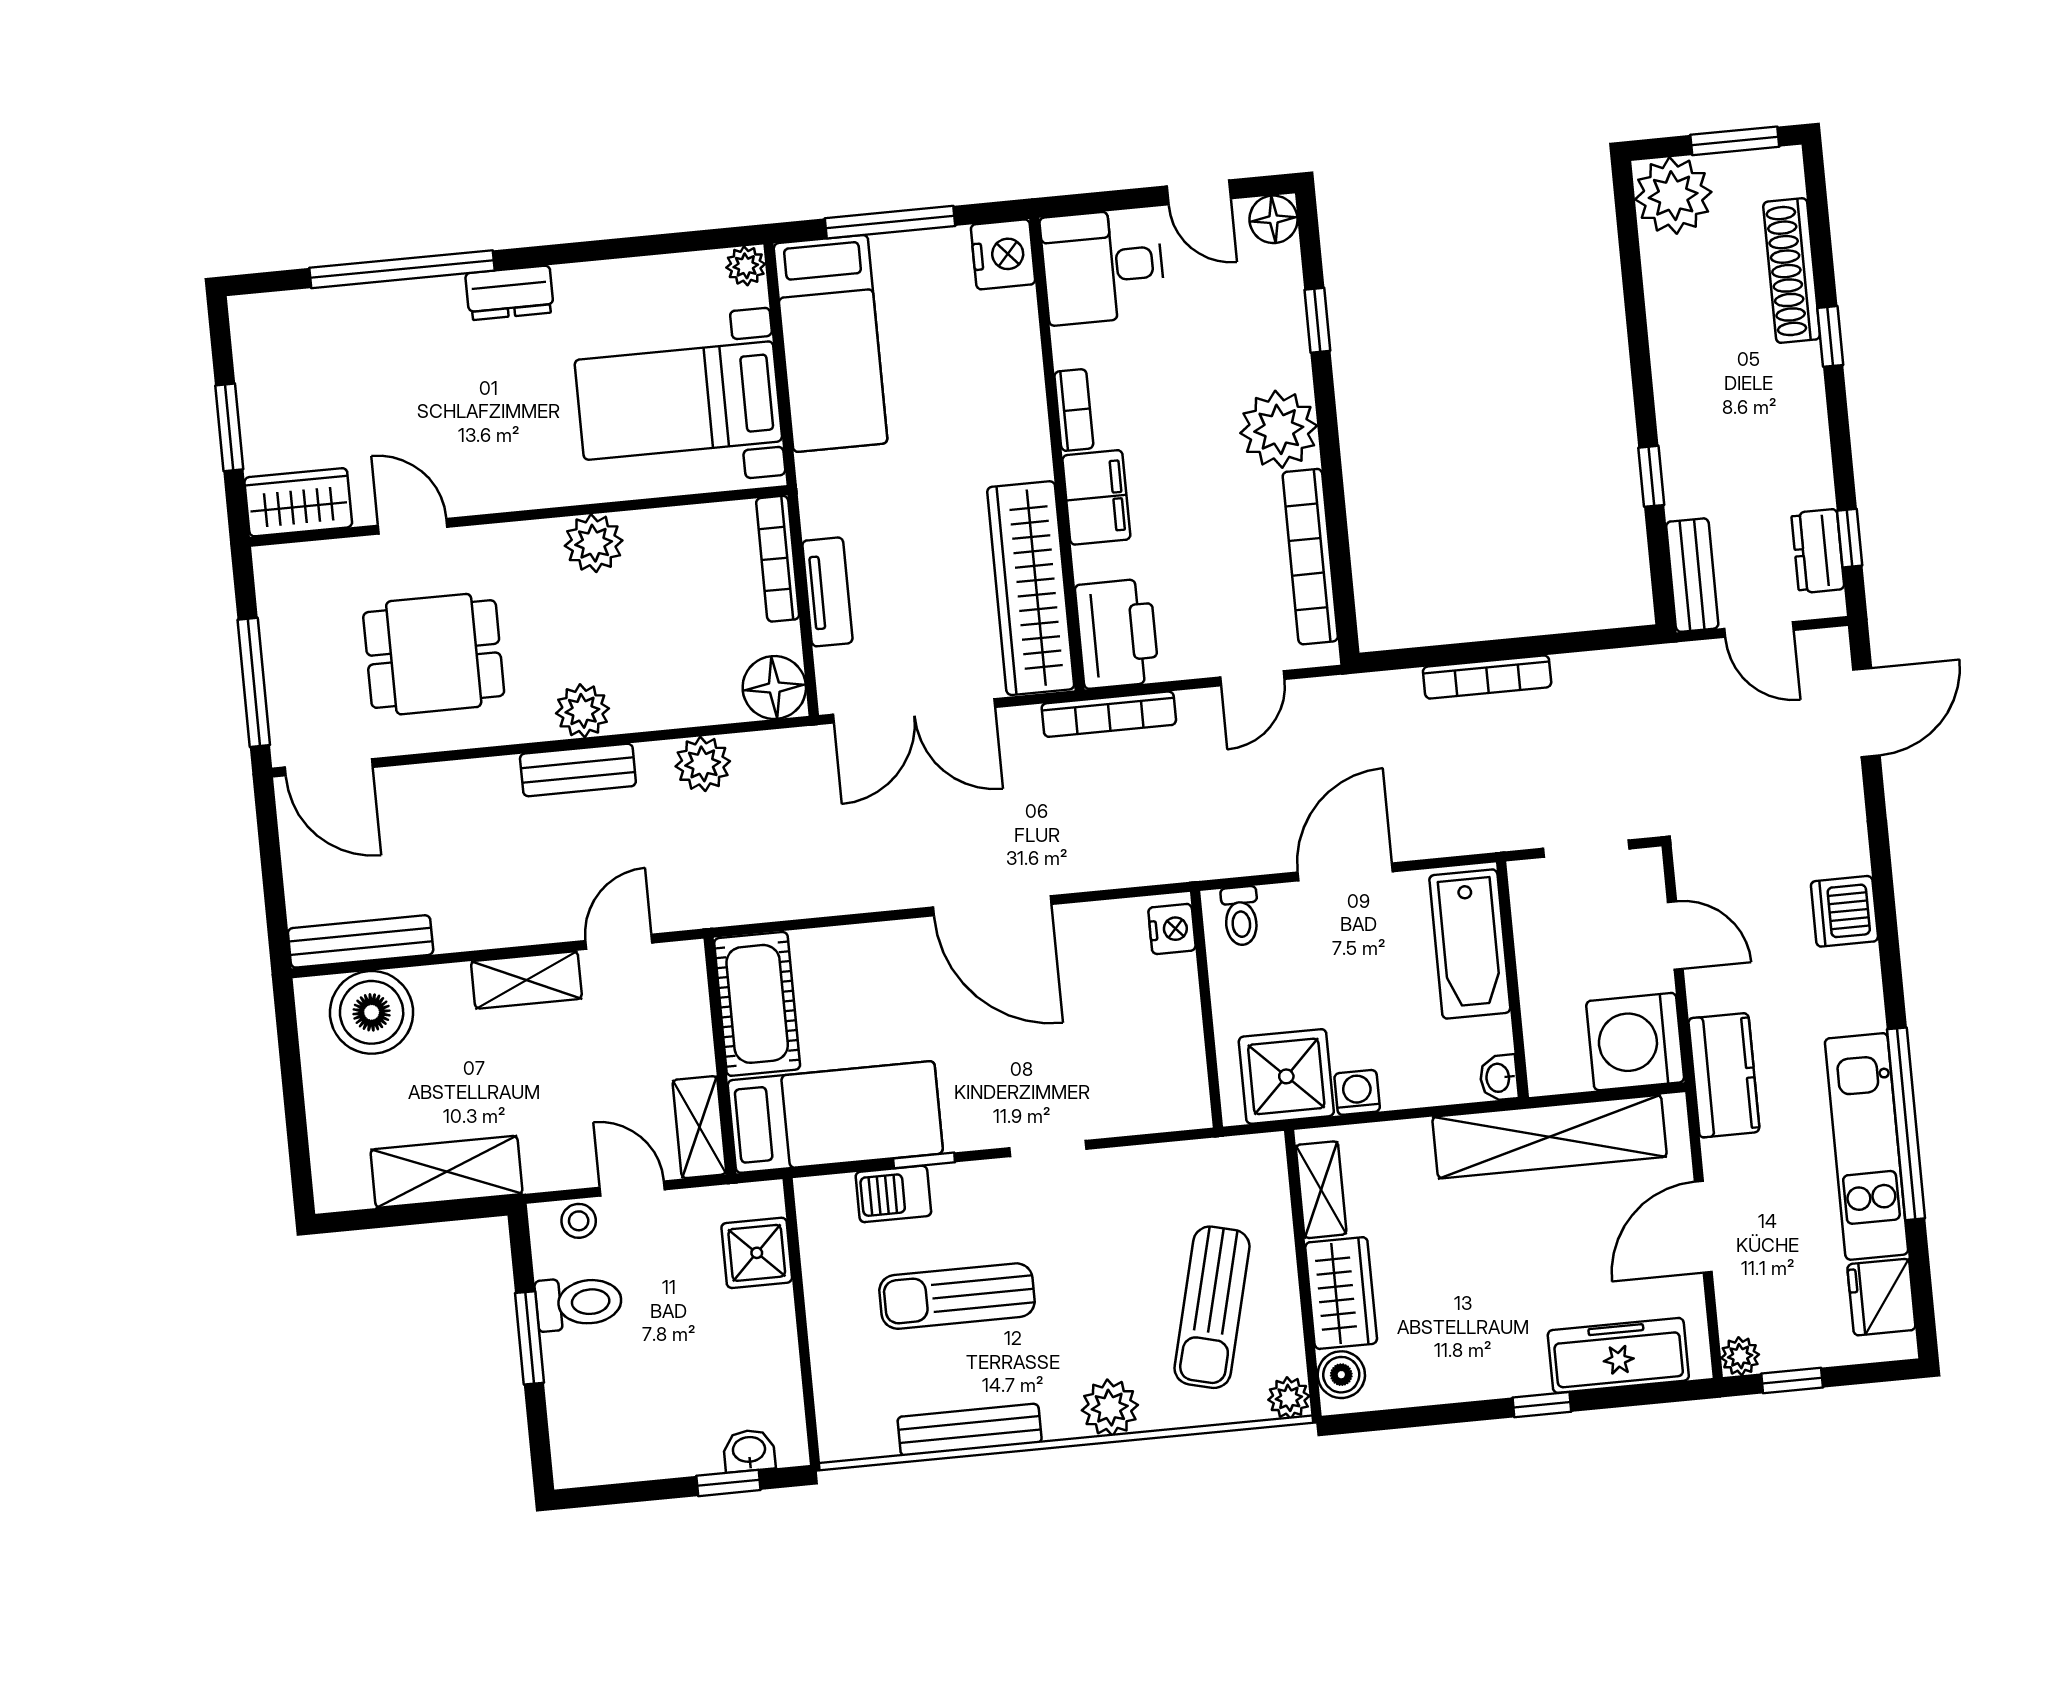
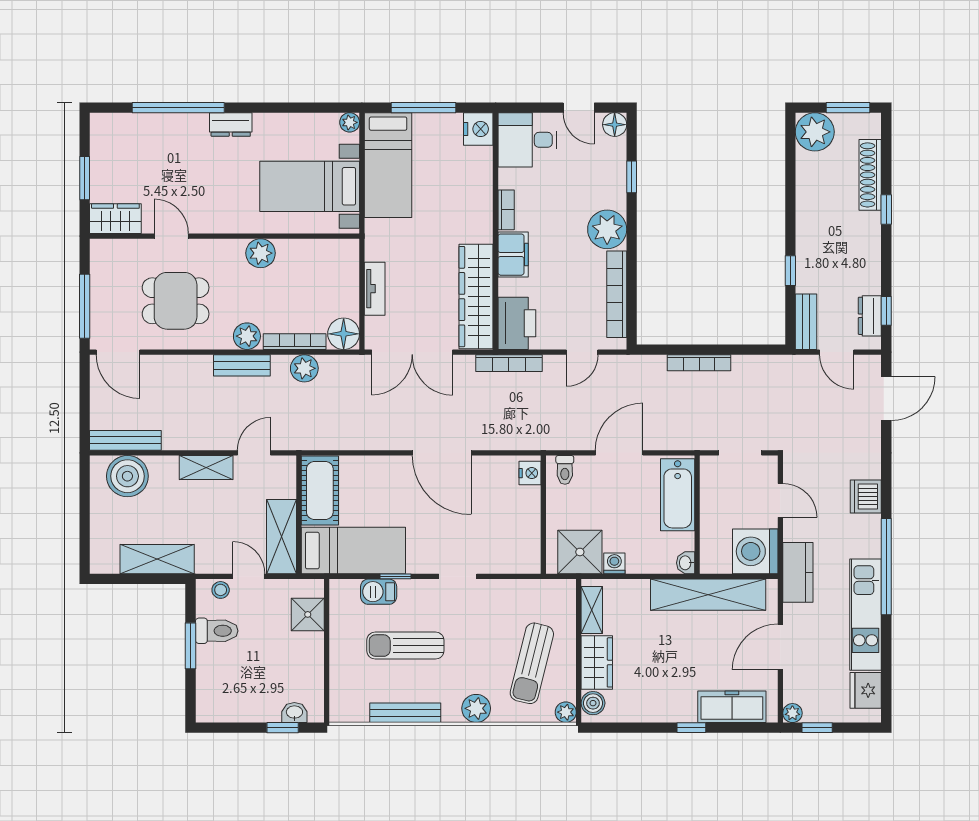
bookcase: (778, 559) -> (295, 342), moved, turned 90
window: (1906, 1124) -> (886, 567), moved
shelving: (699, 1127) -> (281, 537), width x1.50, depth x1.33

